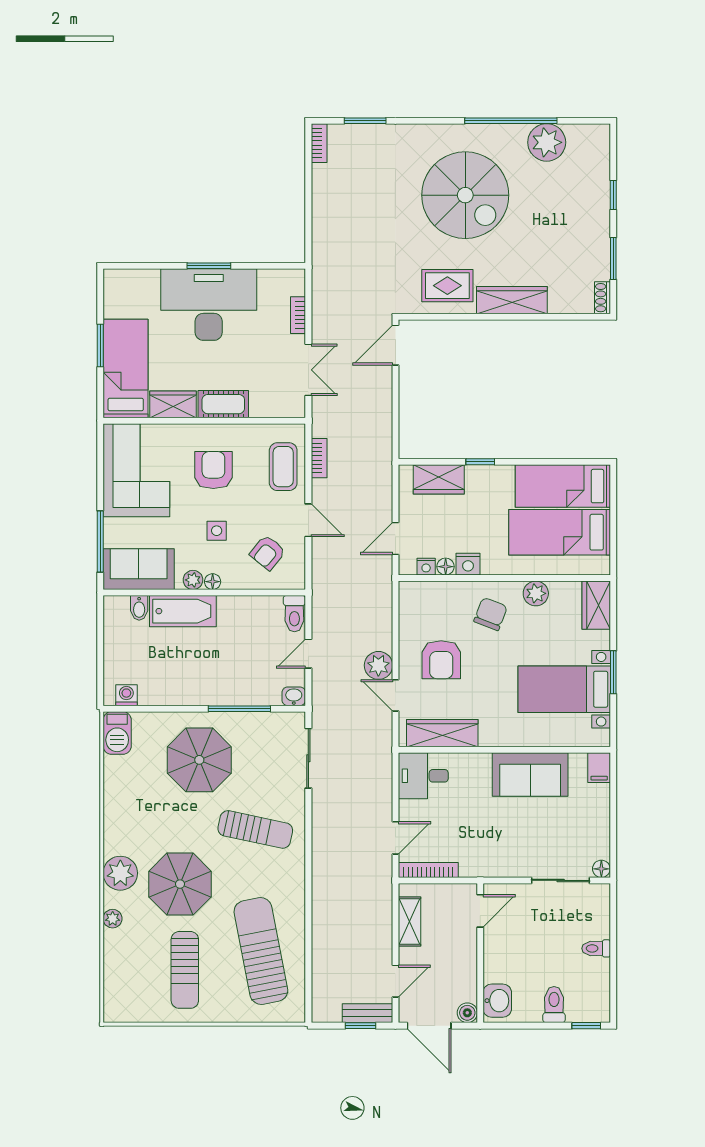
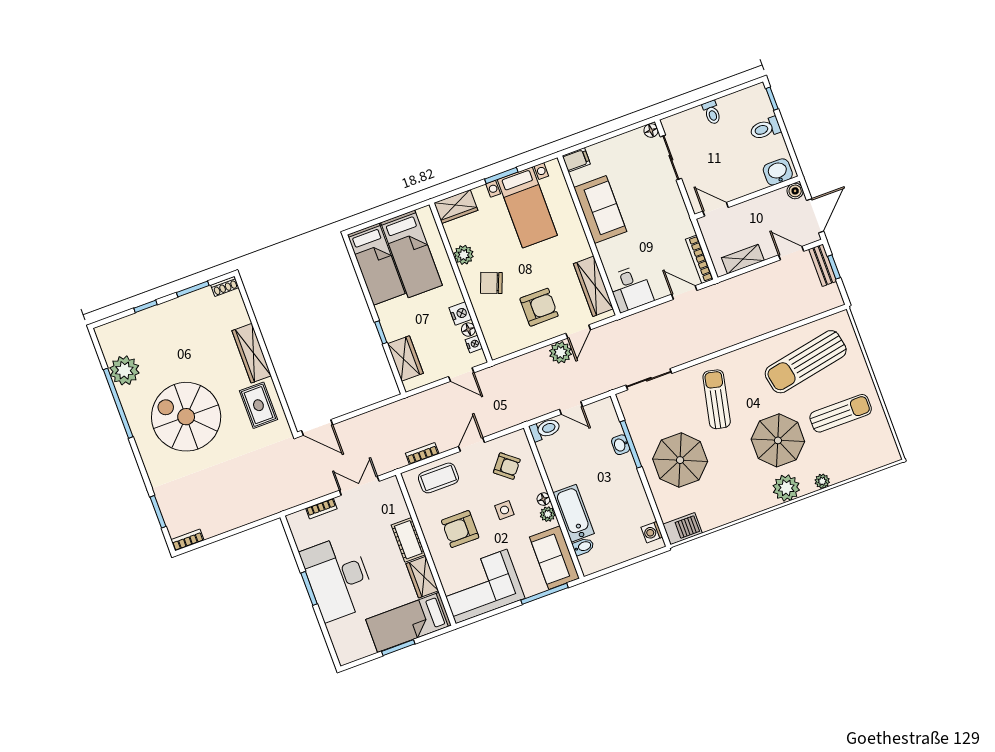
spiral stairs: (465, 195) -> (186, 417), turned -90
washbasin: (294, 696) -> (621, 445), moved

